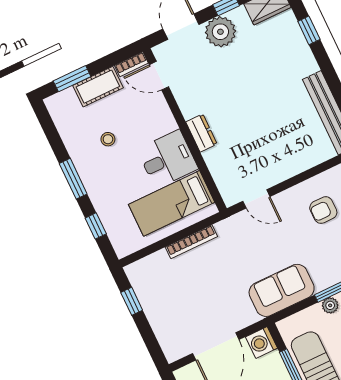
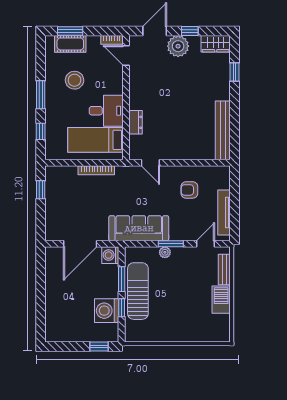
cot: (98, 87) -> (70, 44), moved
dresser: (201, 133) -> (136, 122), moved
stool: (108, 139) -> (75, 80), width x1.89, depth x1.89
sofa: (282, 290) -> (139, 228), width x1.36

